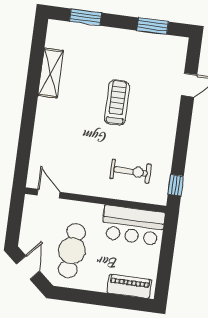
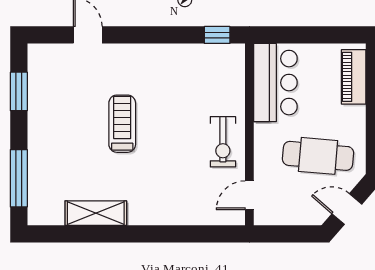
window: (85, 17) -> (19, 178), width x1.44
treadmill: (117, 103) -> (122, 124), turned 90
exercise bike: (131, 171) -> (223, 142), moved, turned 180

